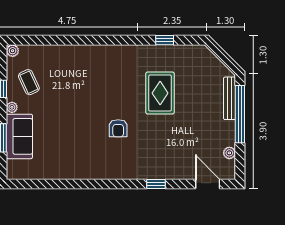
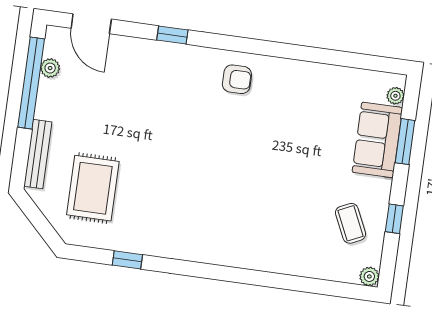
rug: (160, 93) -> (93, 188), moved
plant: (12, 107) -> (395, 96), moved
window: (240, 114) -> (31, 83), moved
armchair: (118, 128) -> (237, 79), moved, turned 90

